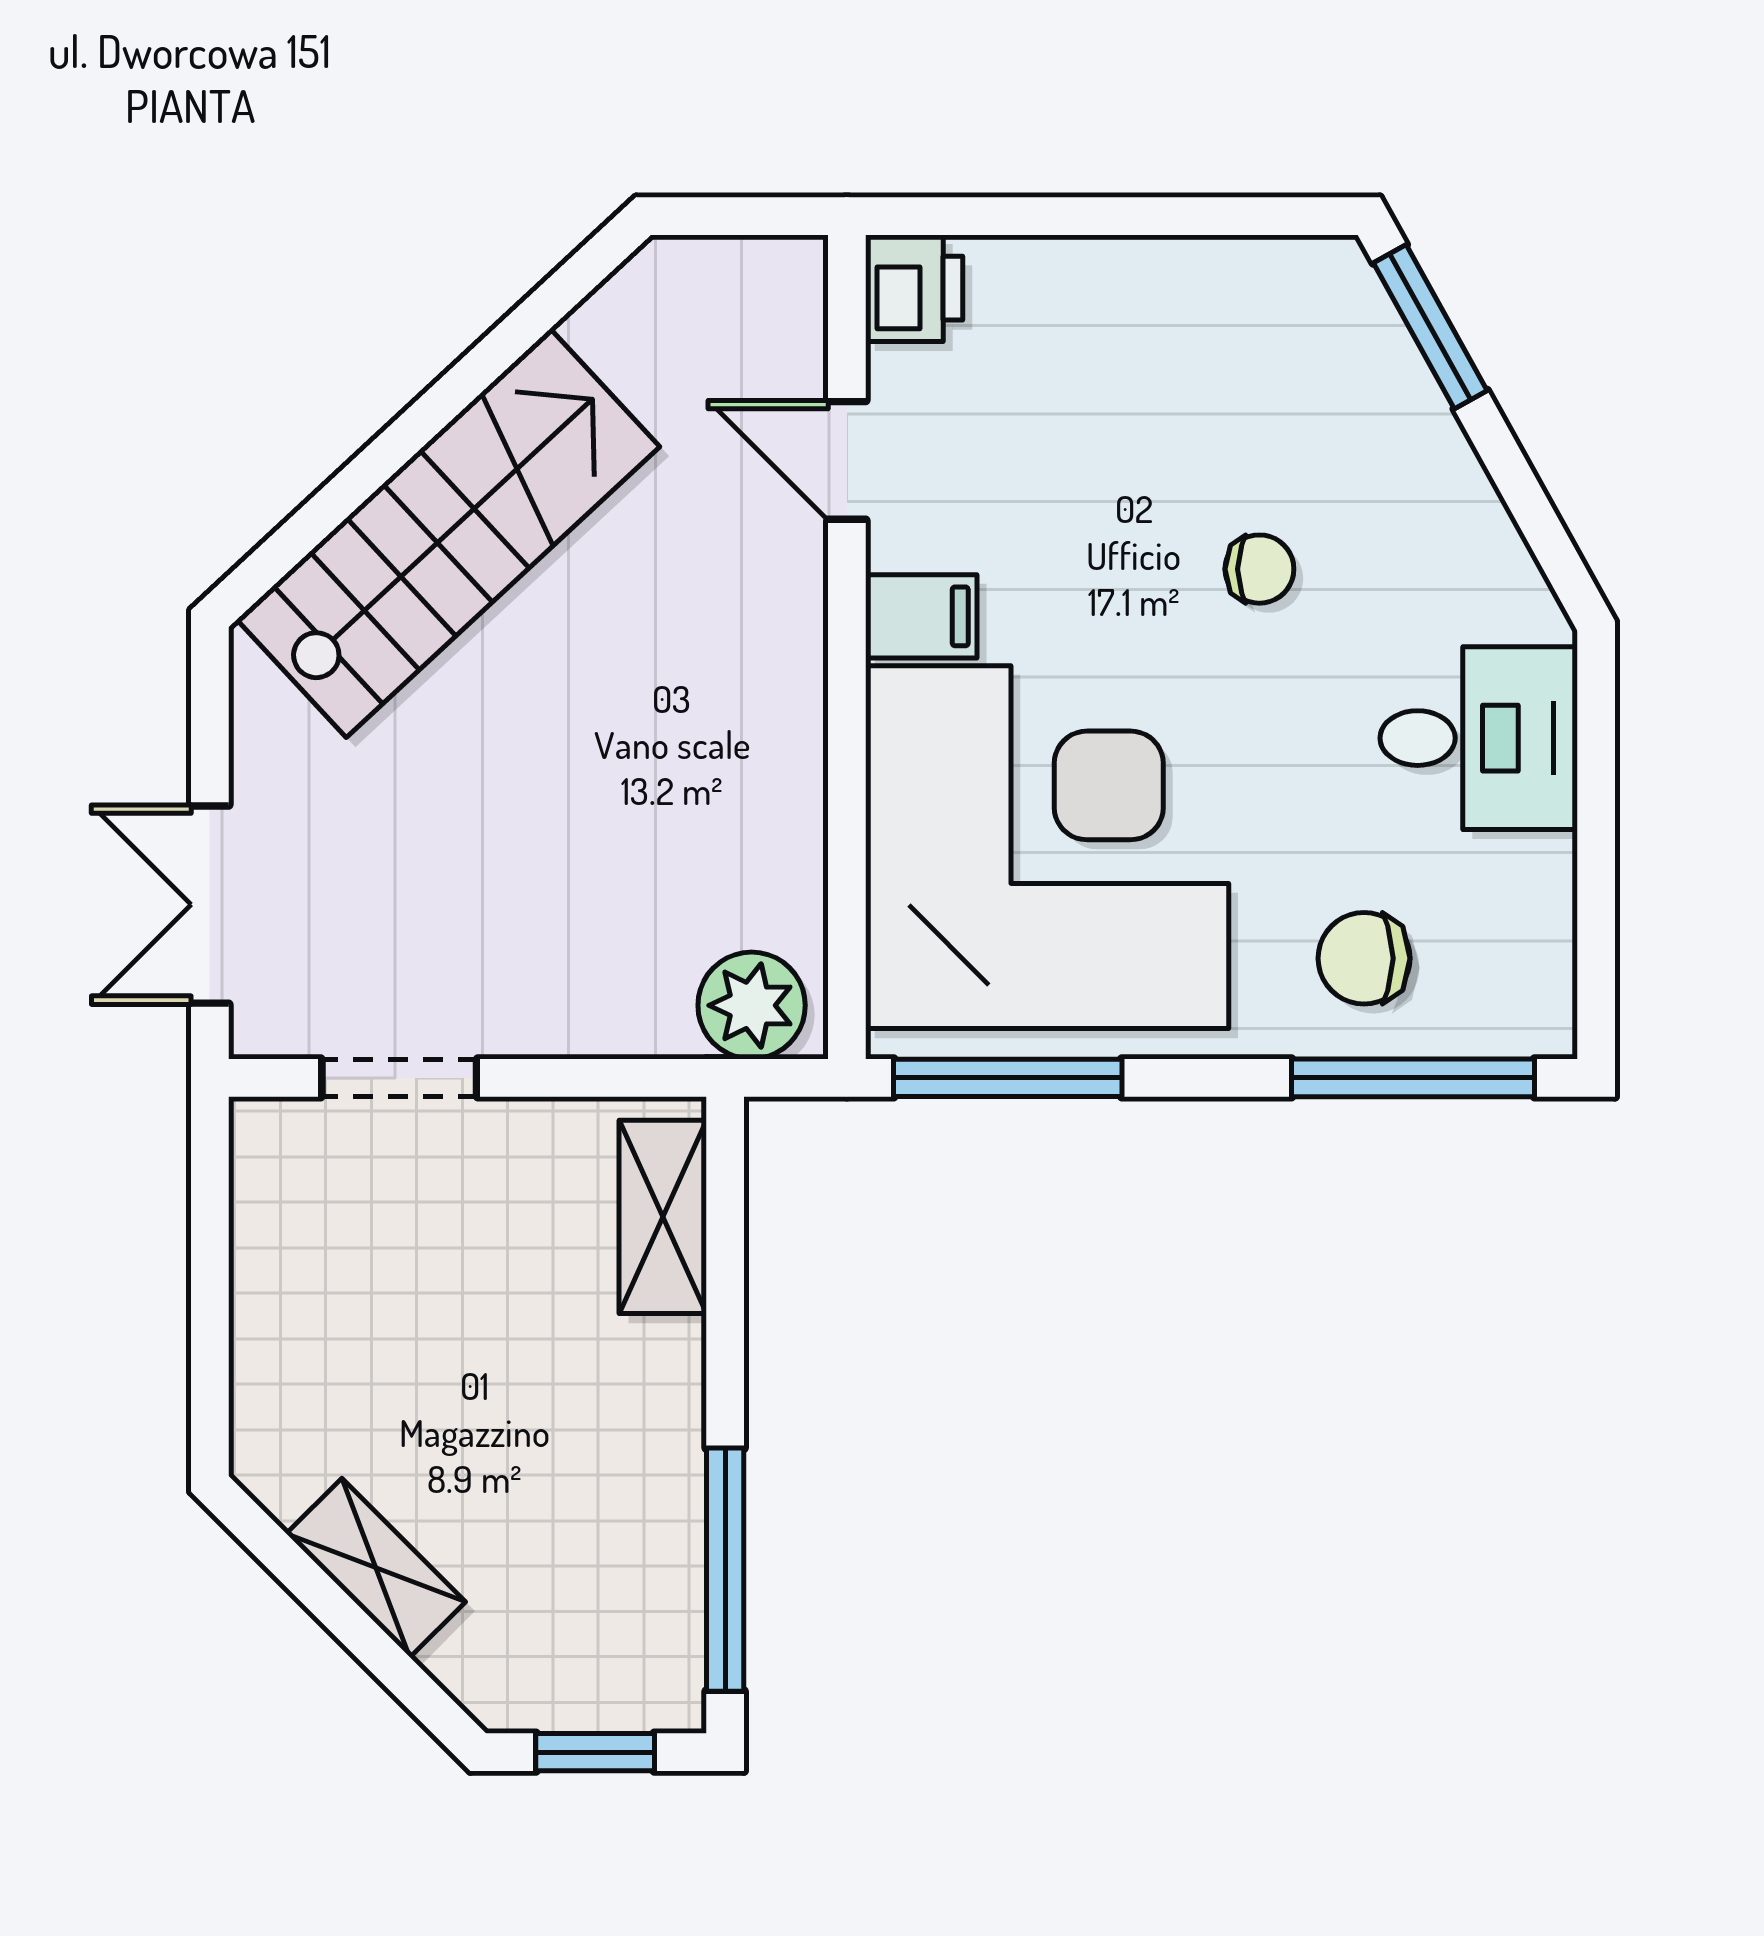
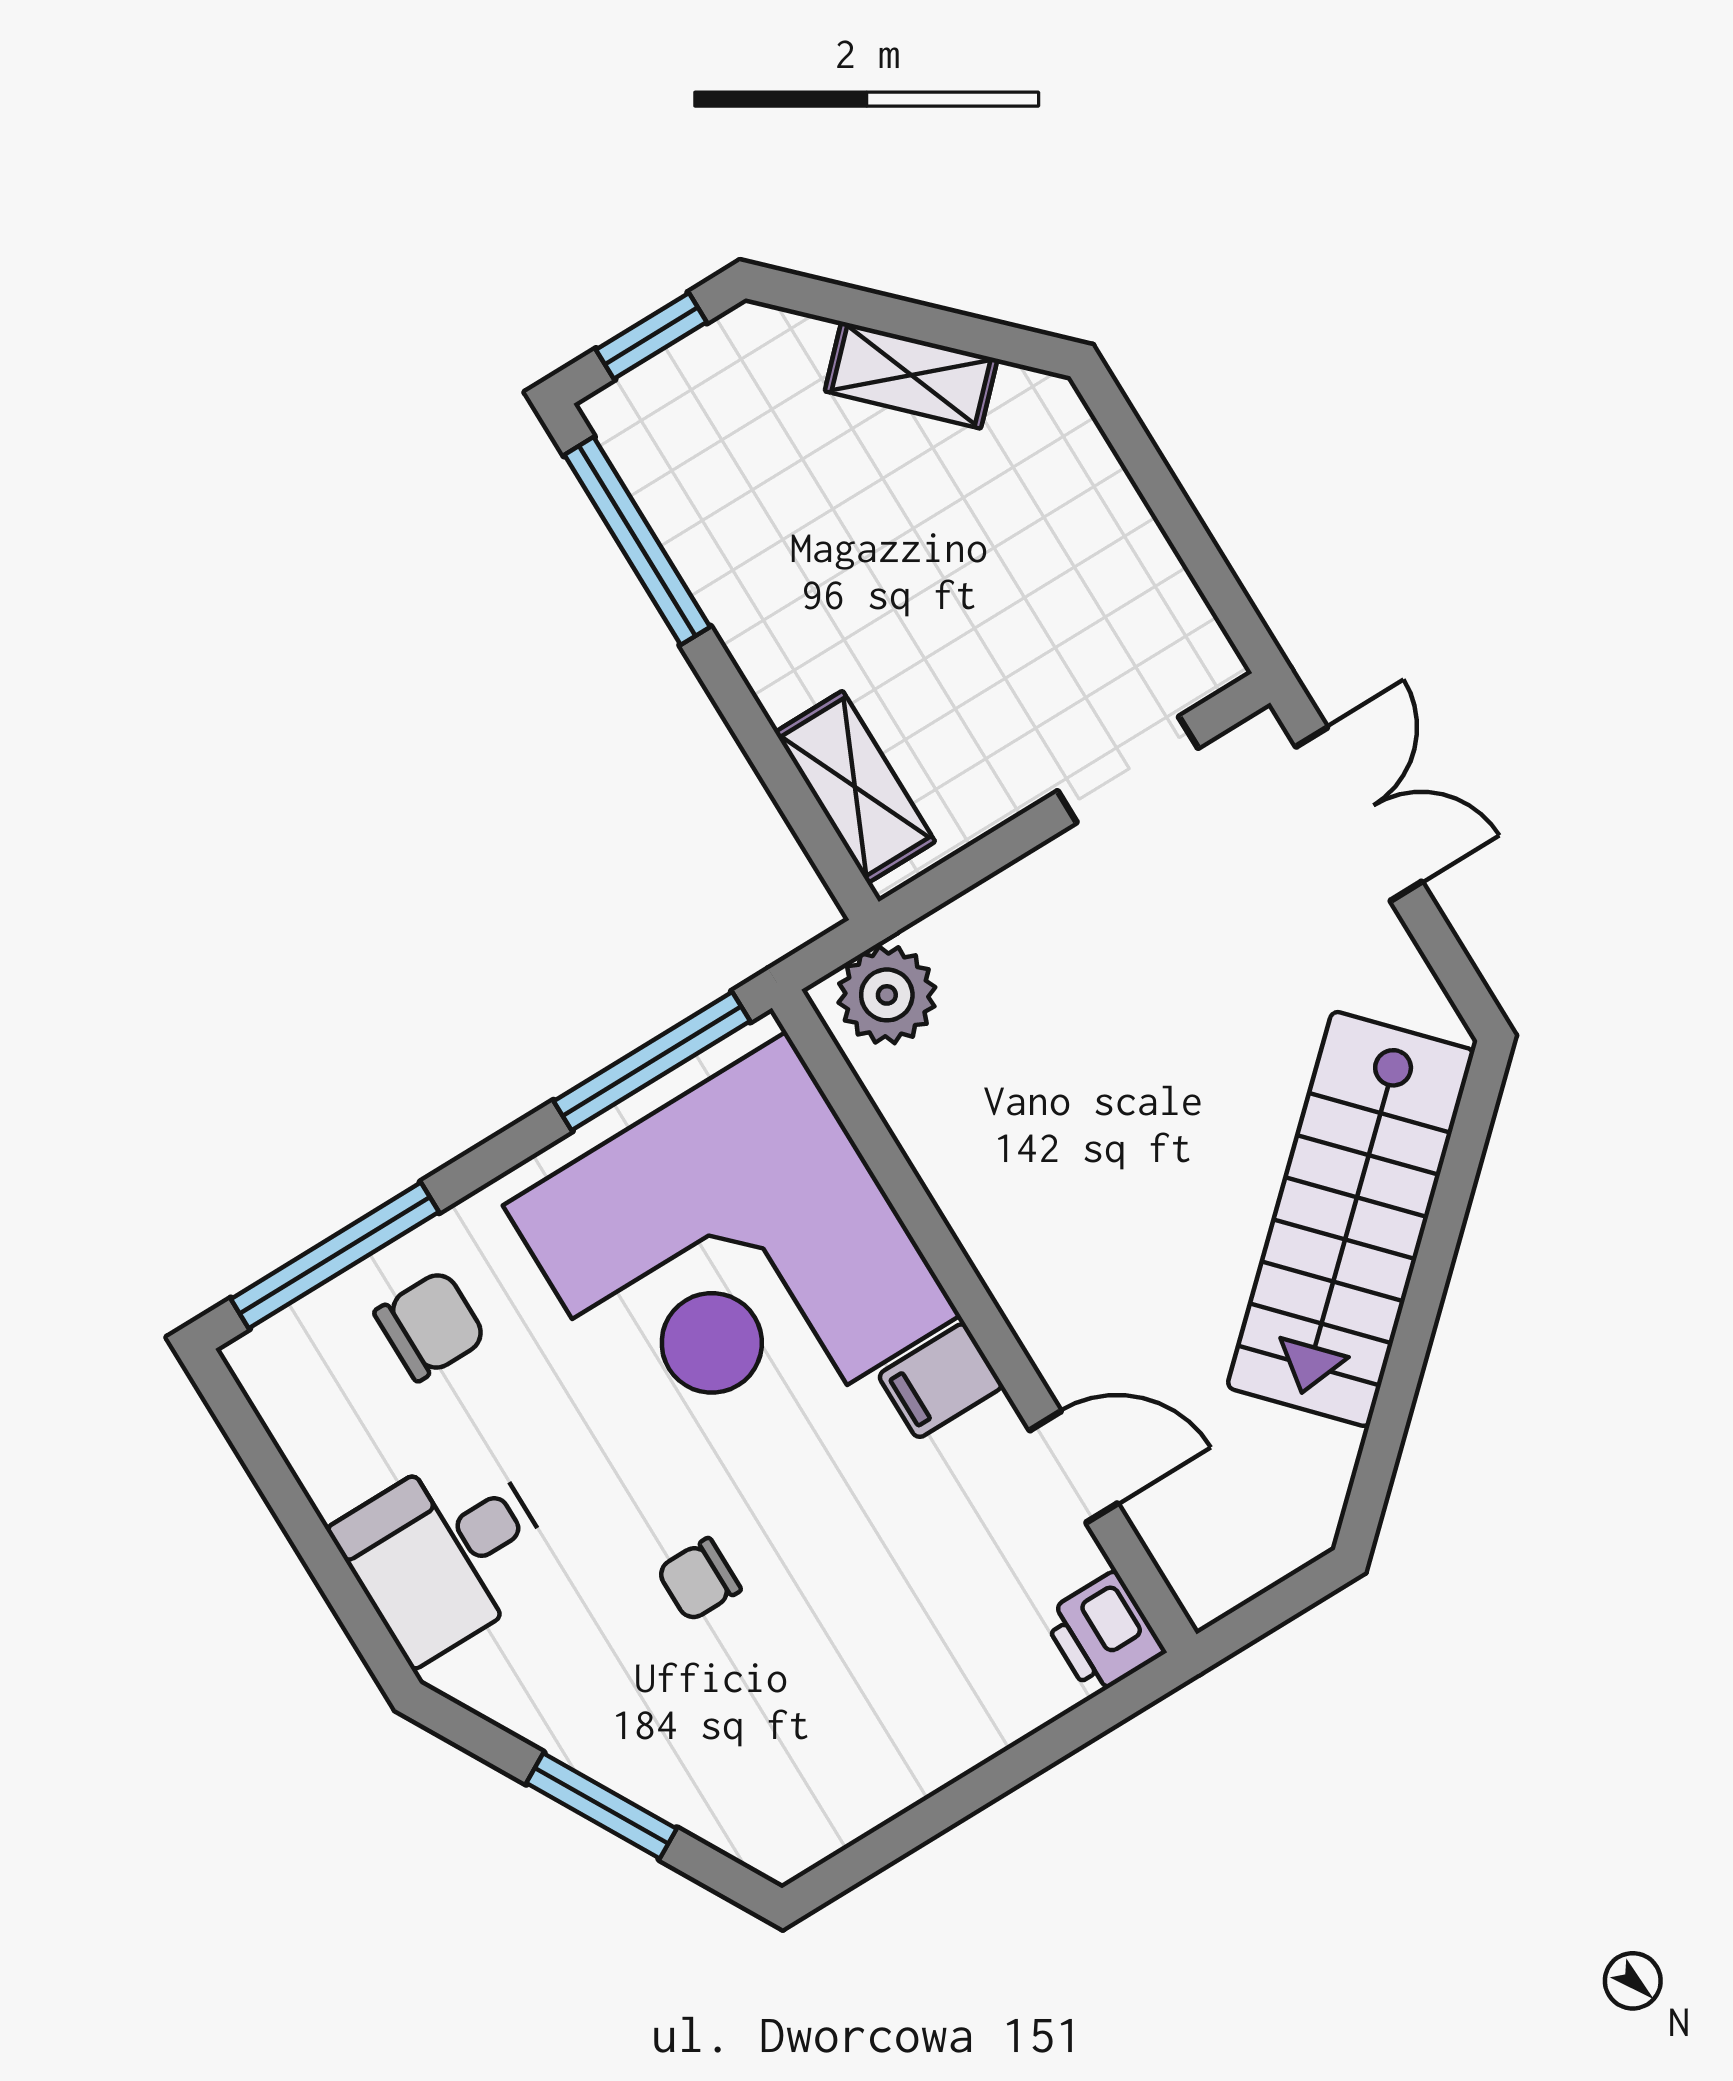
window: (1430, 327) -> (601, 1806), moved

